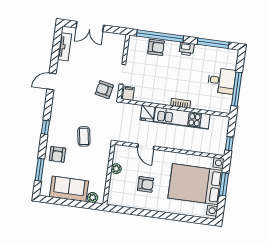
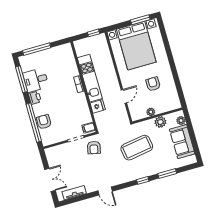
desk: (222, 81) -> (36, 80), moved, turned -90
window: (237, 89) -> (37, 49), moved
coffee table: (84, 136) -> (137, 148), width x1.86, depth x1.72
armchair: (57, 154) -> (159, 162), removed
window: (40, 170) -> (167, 173), moved
plant: (101, 174) -> (160, 122), added
window: (224, 184) -> (140, 20), moved

